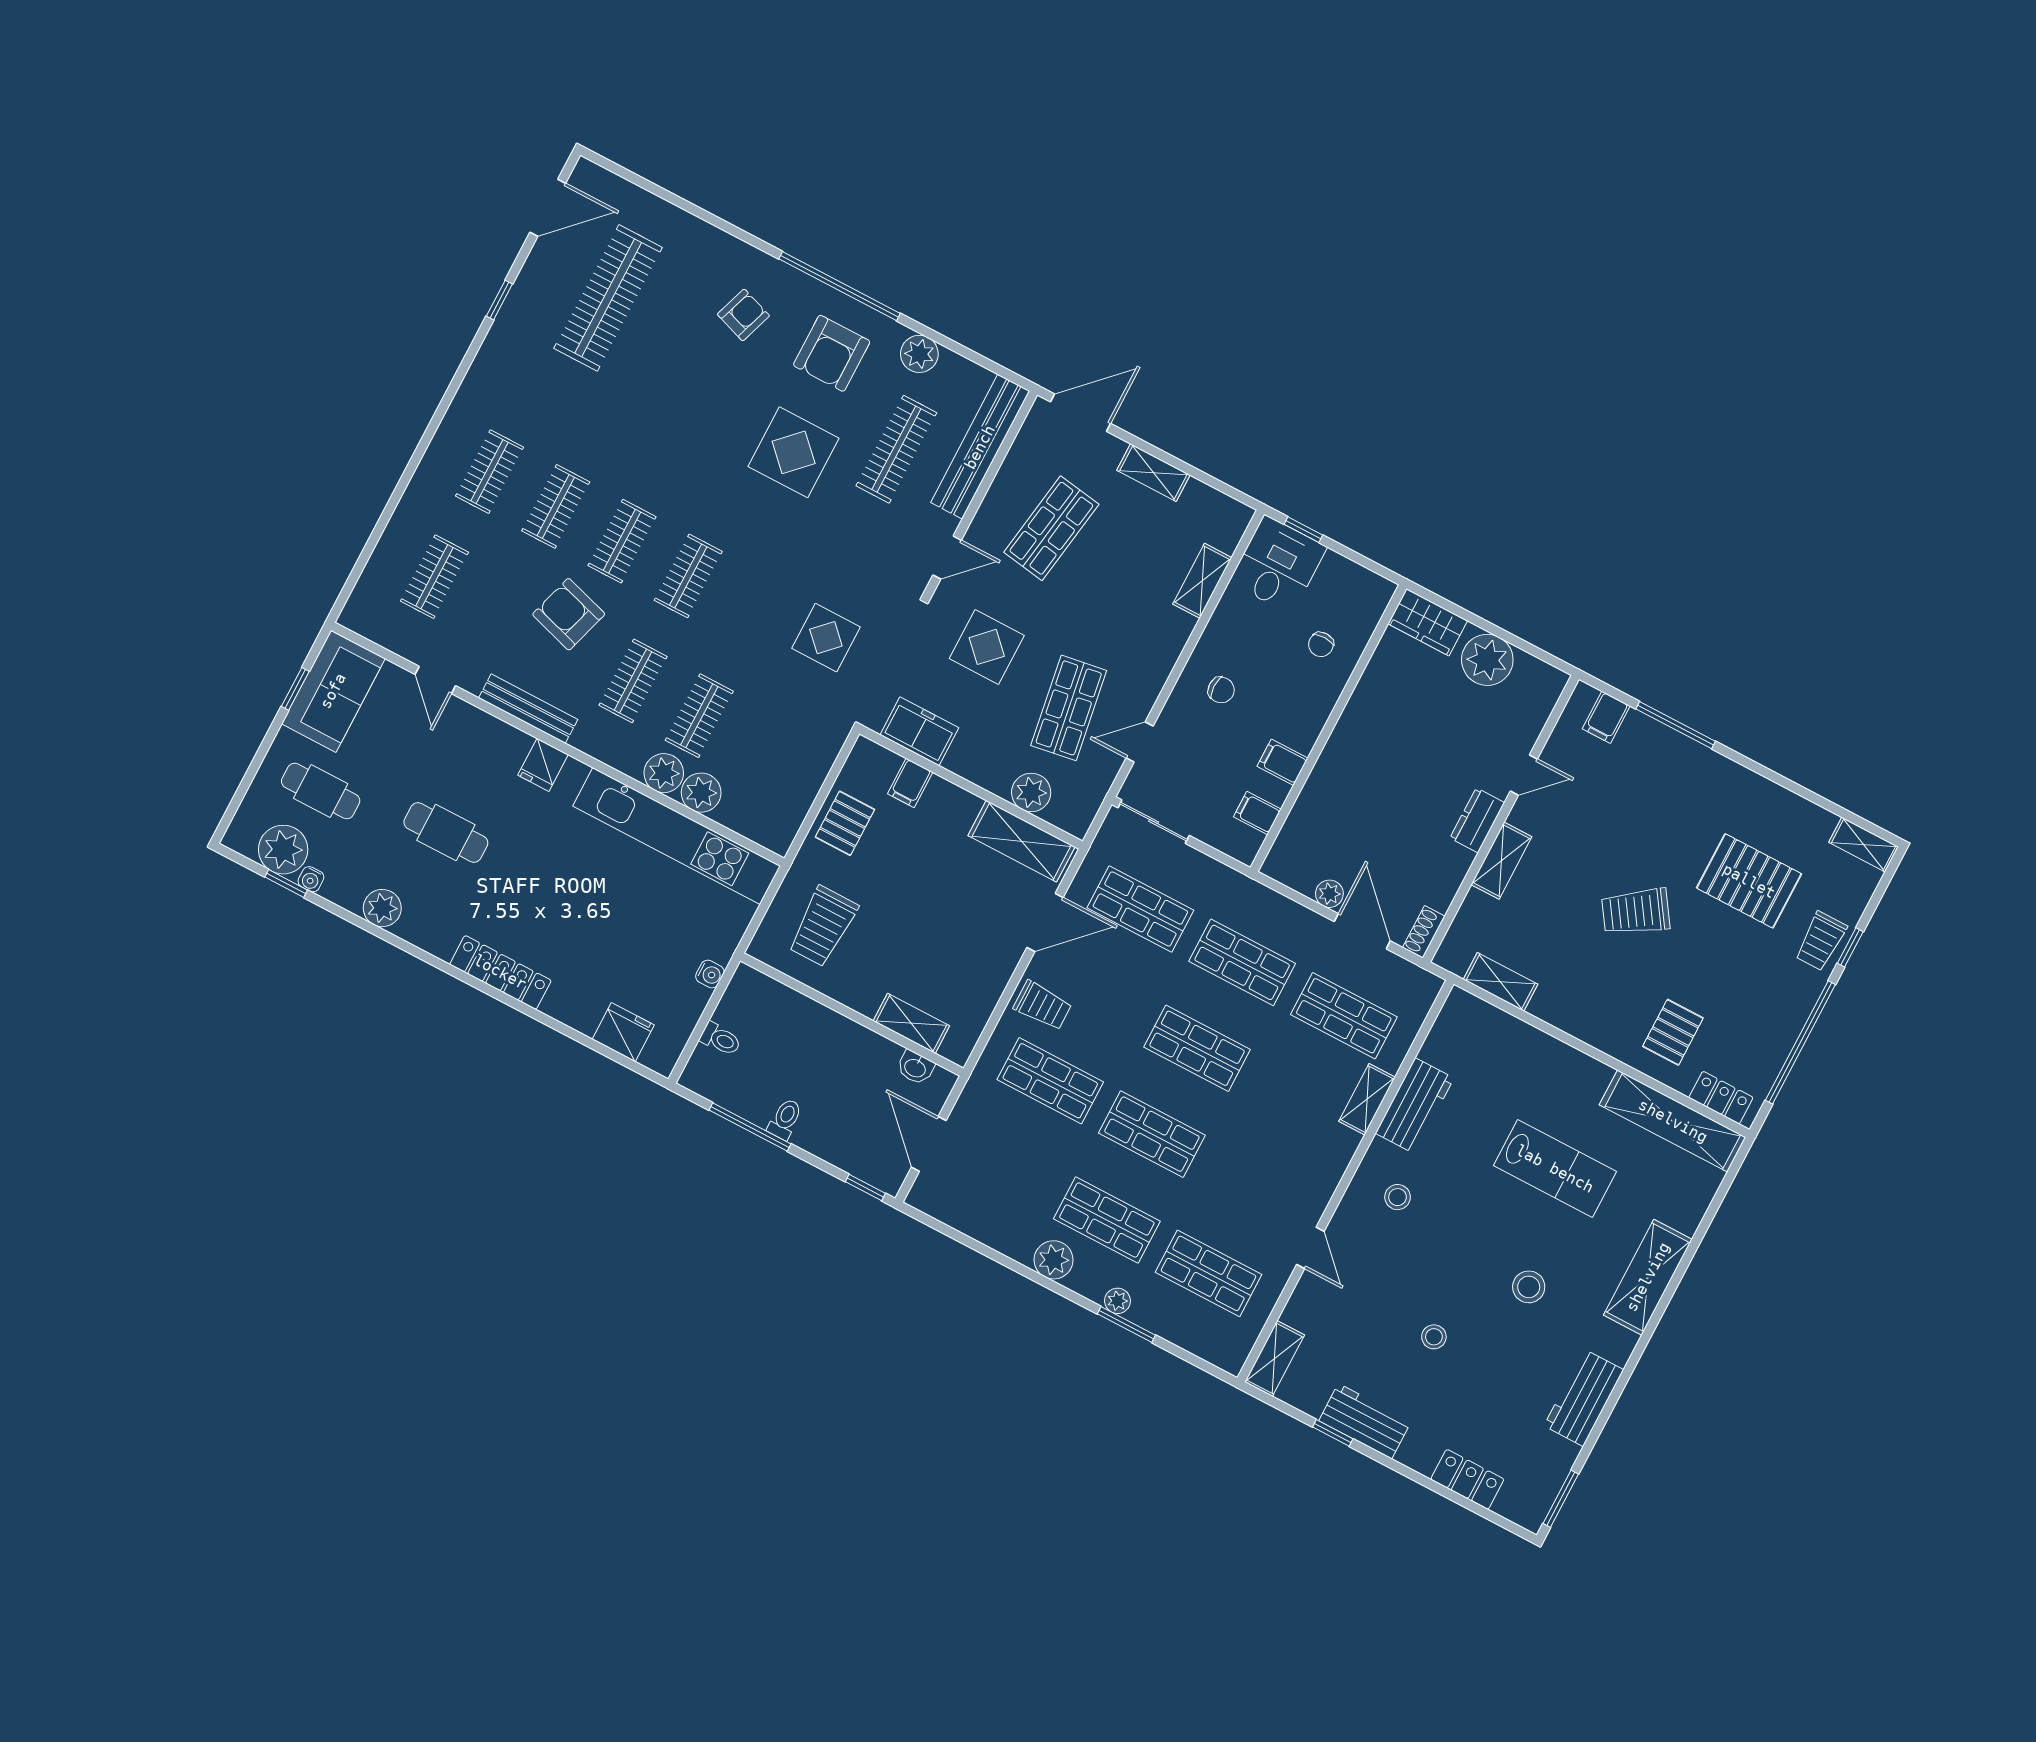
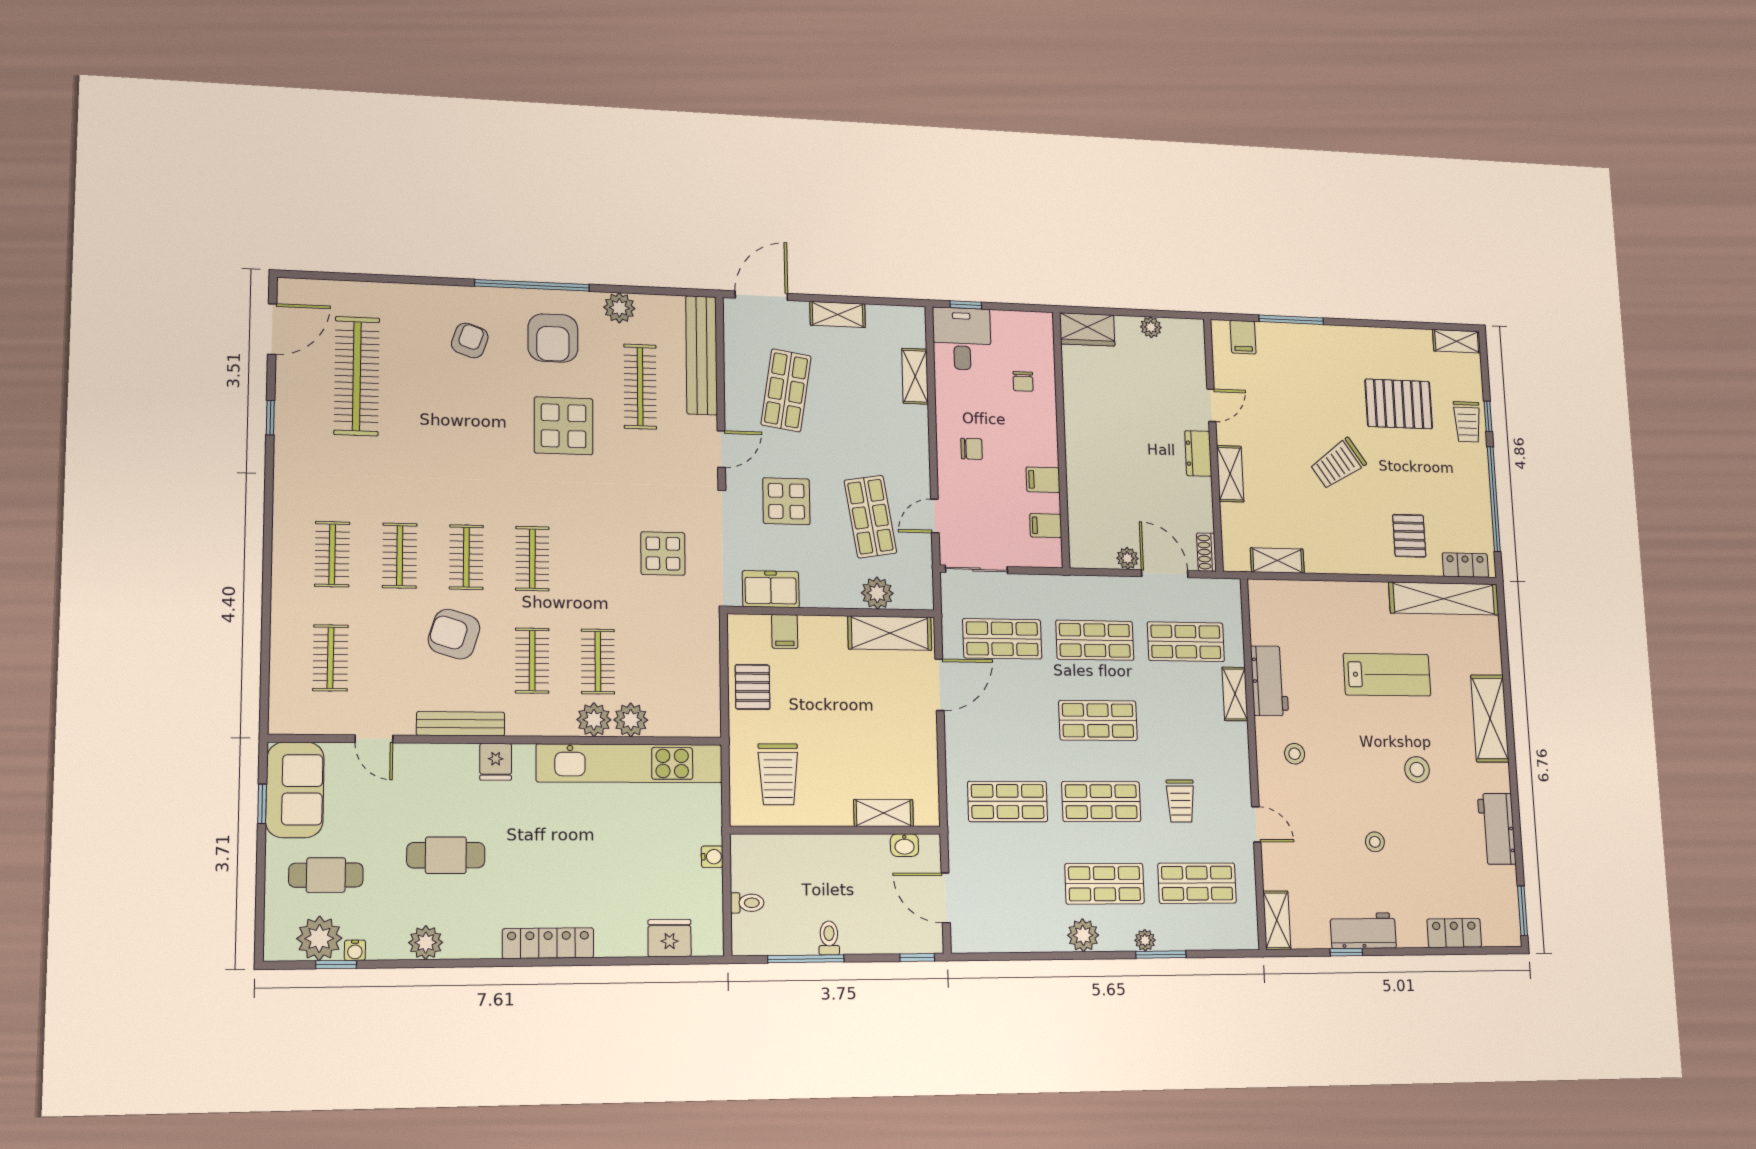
plant: (1487, 660) -> (1151, 327), width x0.53, depth x0.53
trolley: (1043, 1005) -> (1180, 801), moved, turned 90

